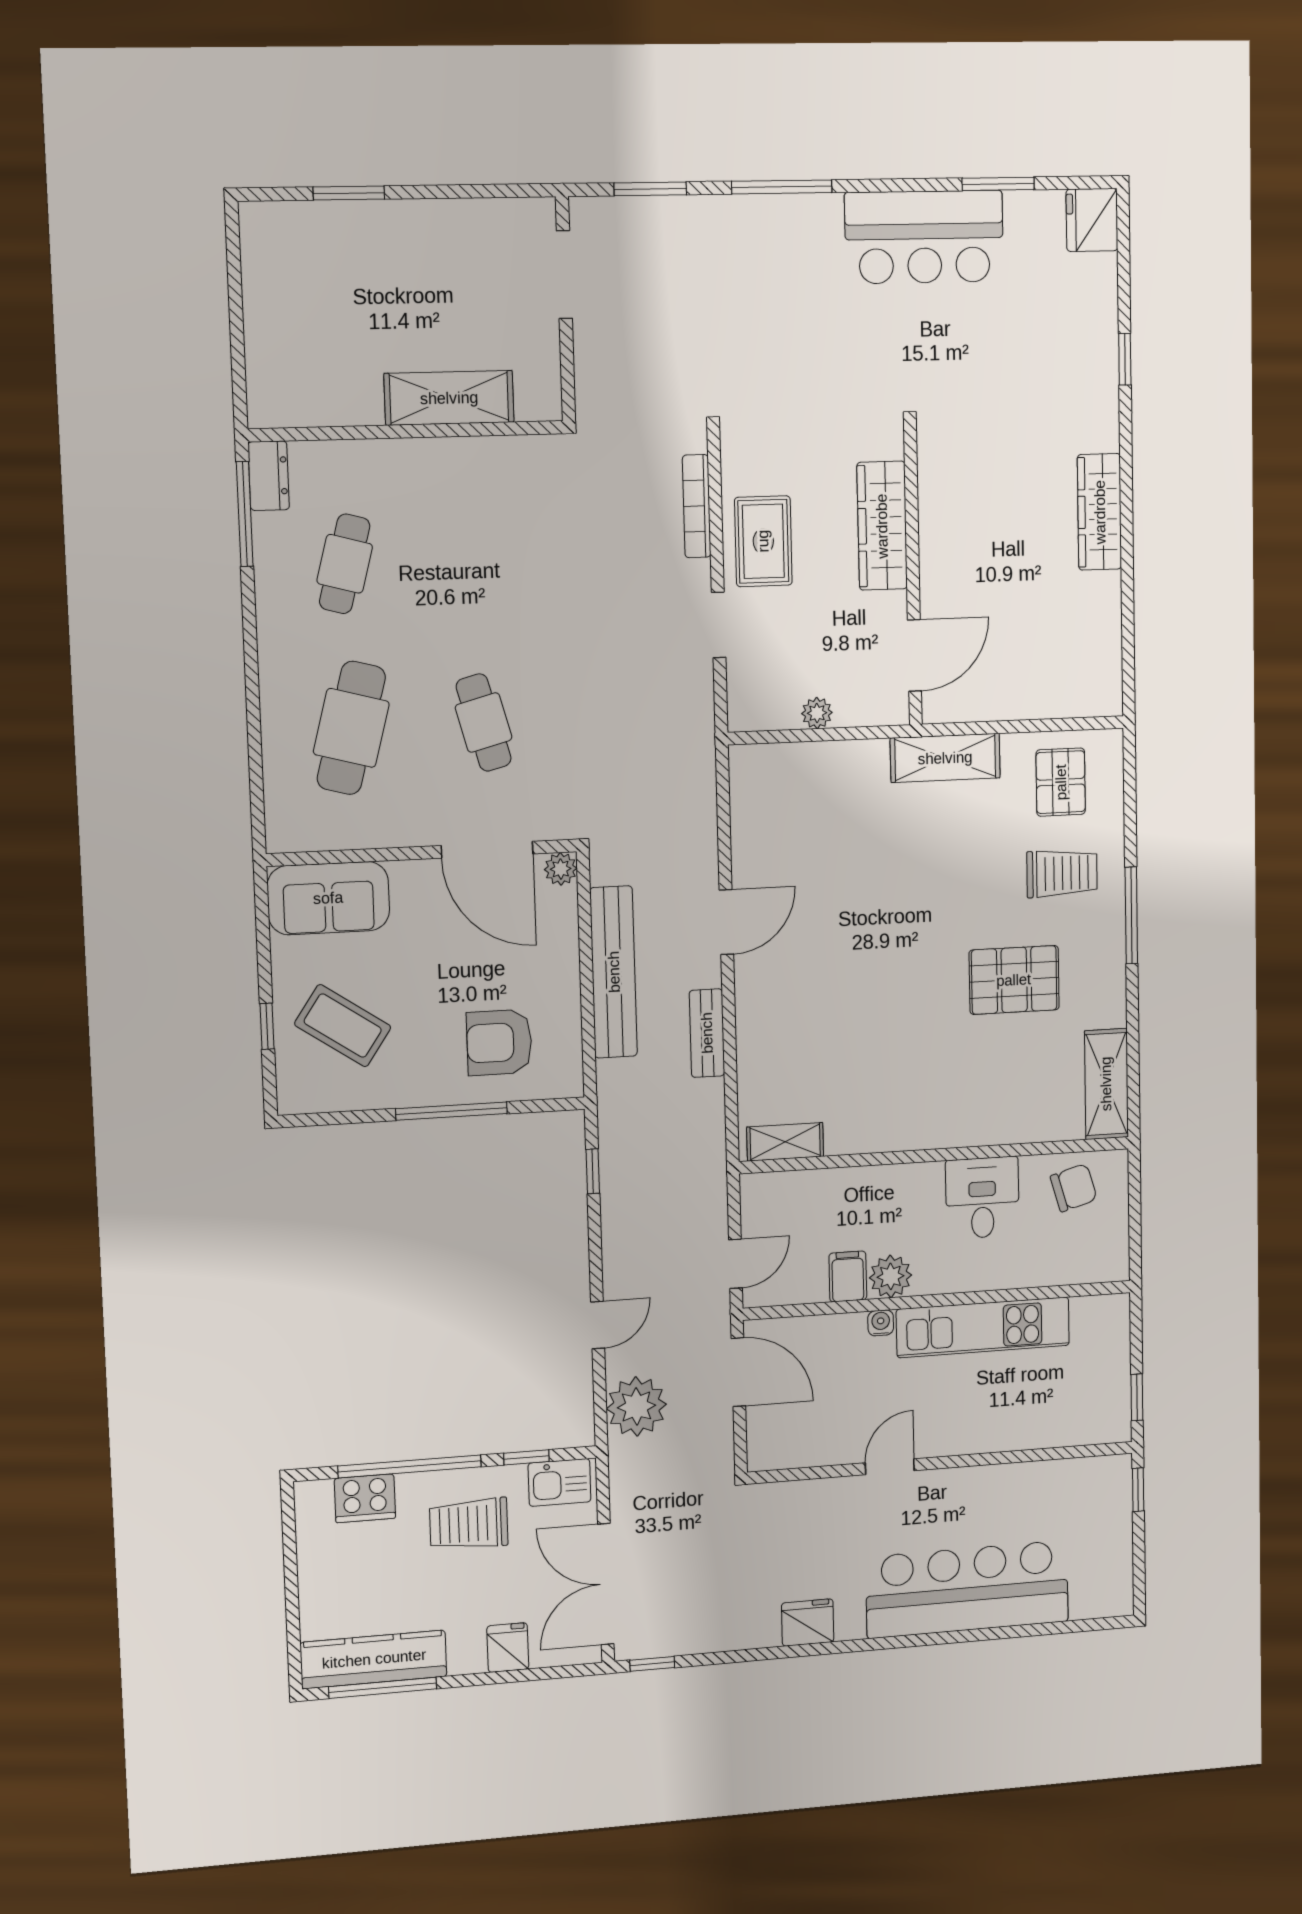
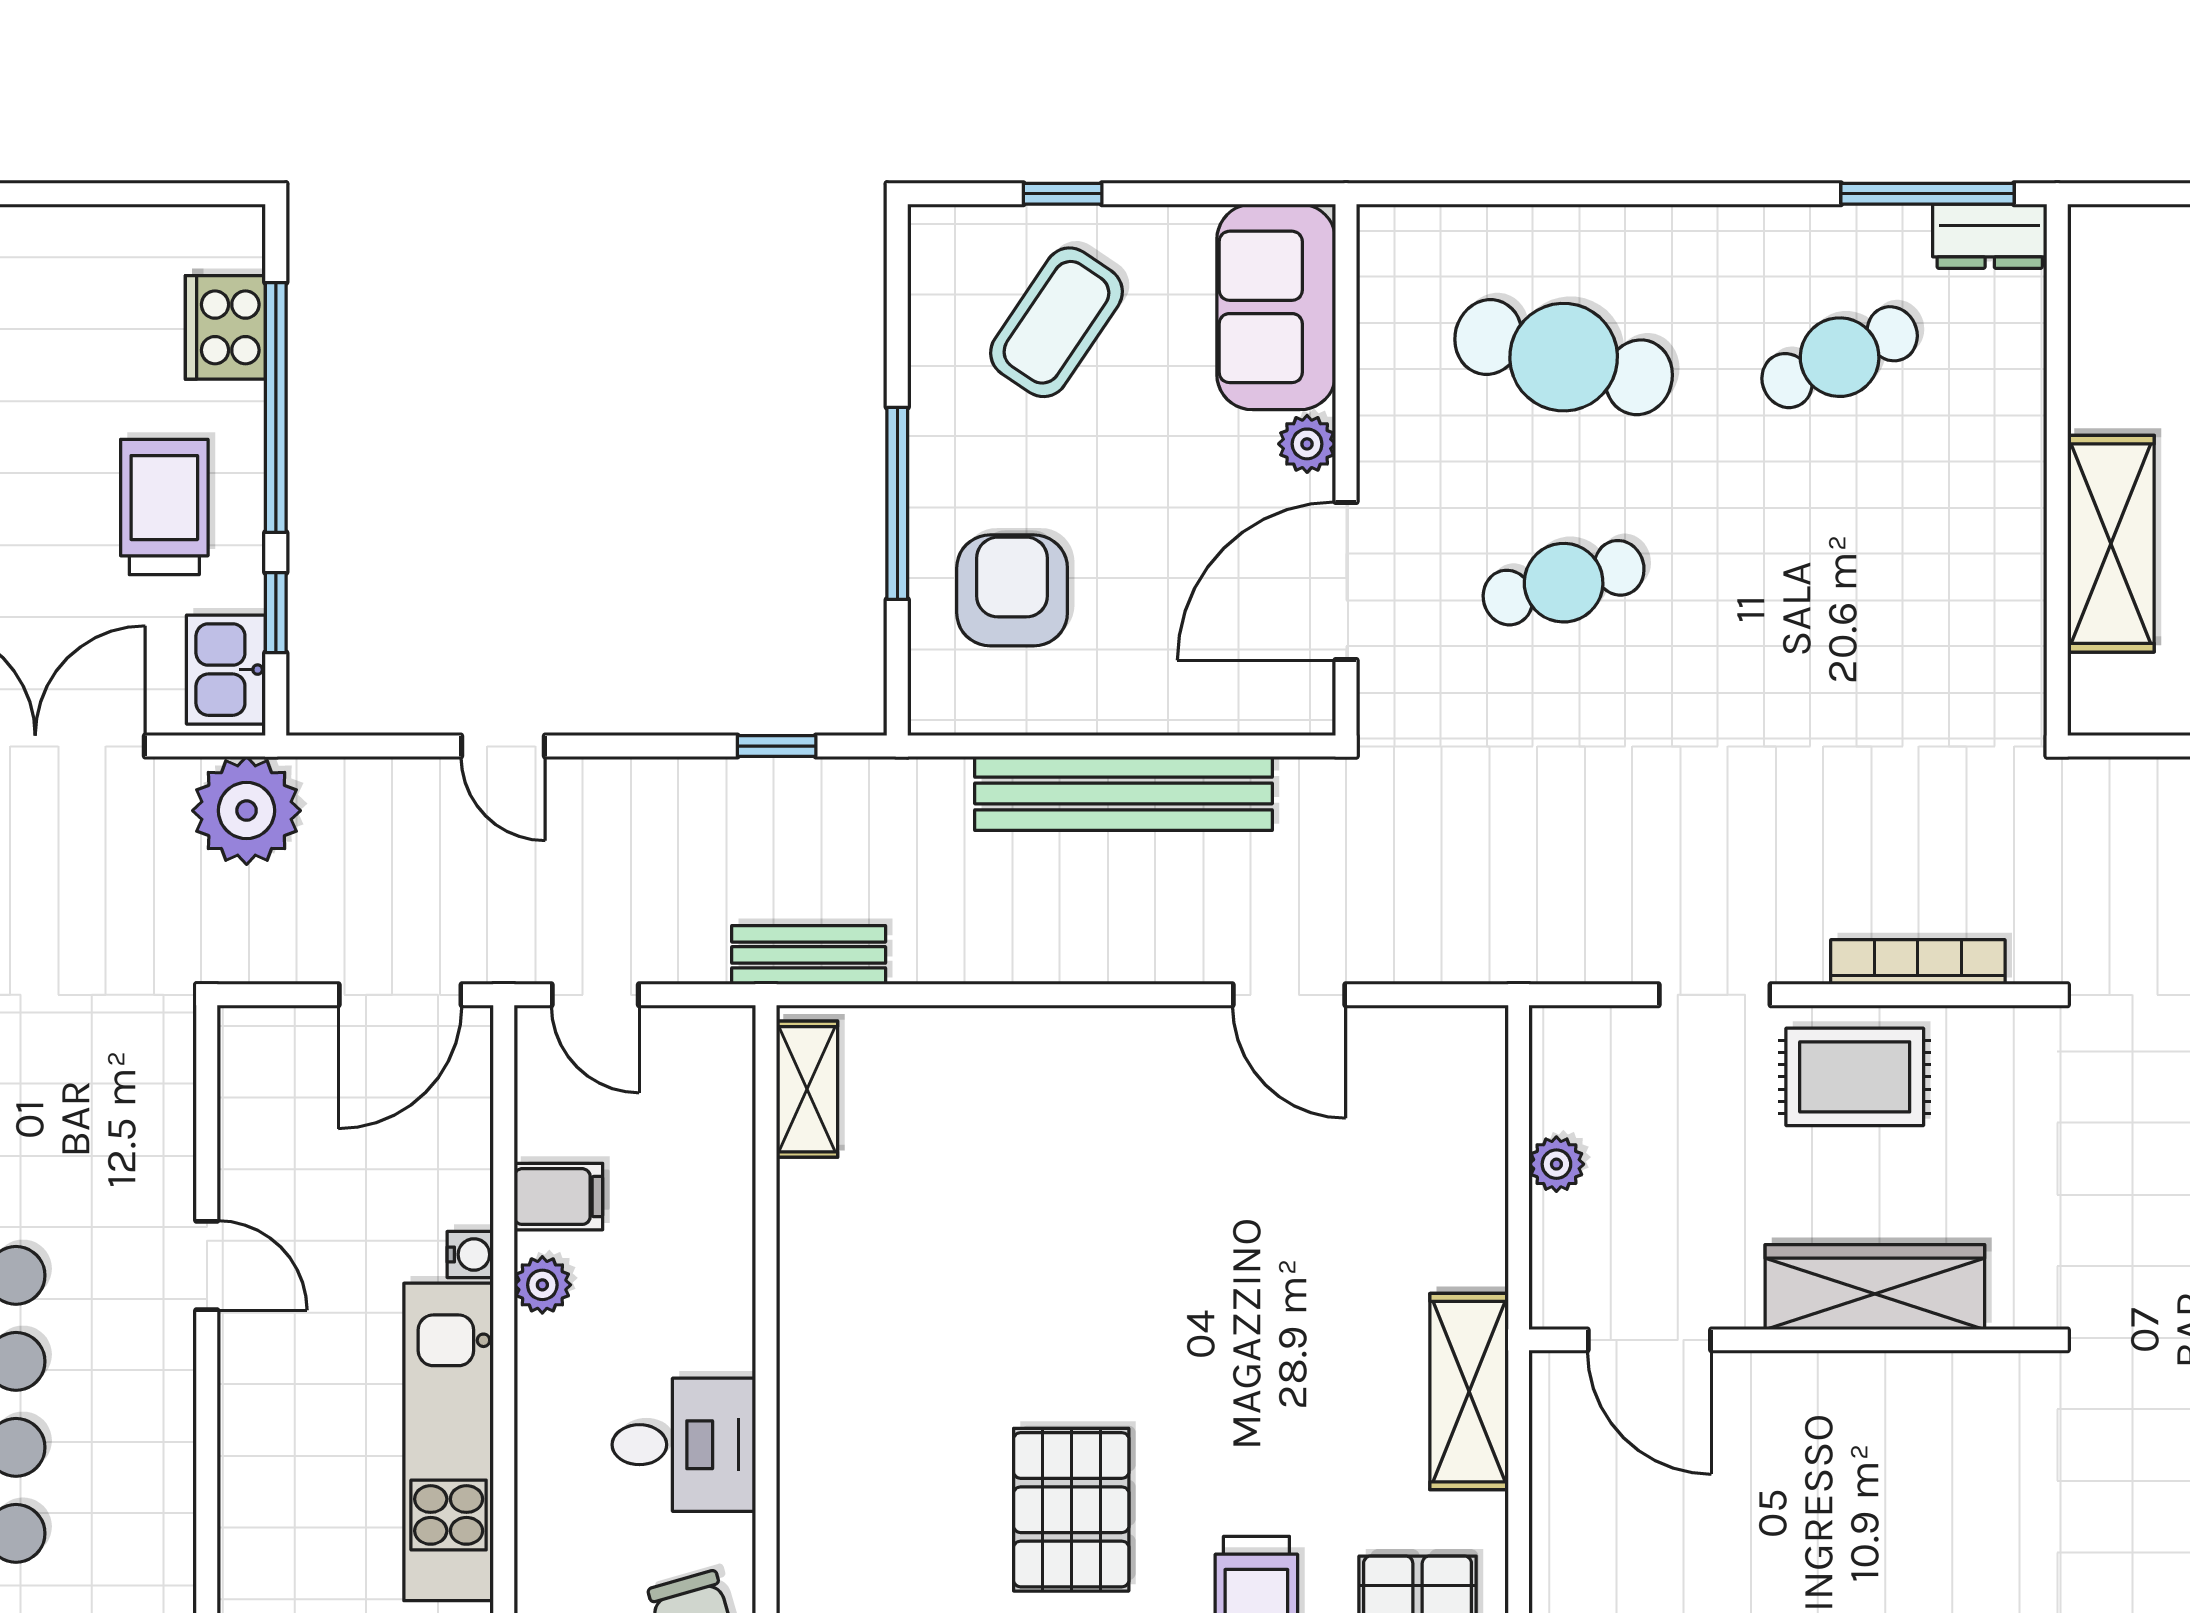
cafe table: (345, 564) -> (1840, 357), turned -39
plant: (561, 869) -> (1307, 444), moved
door: (726, 922) -> (1289, 995), moved
bench: (707, 1033) -> (809, 955), moved
plant: (891, 1276) -> (542, 1285), width x0.73, depth x0.73
plant: (636, 1406) -> (247, 811), moved

